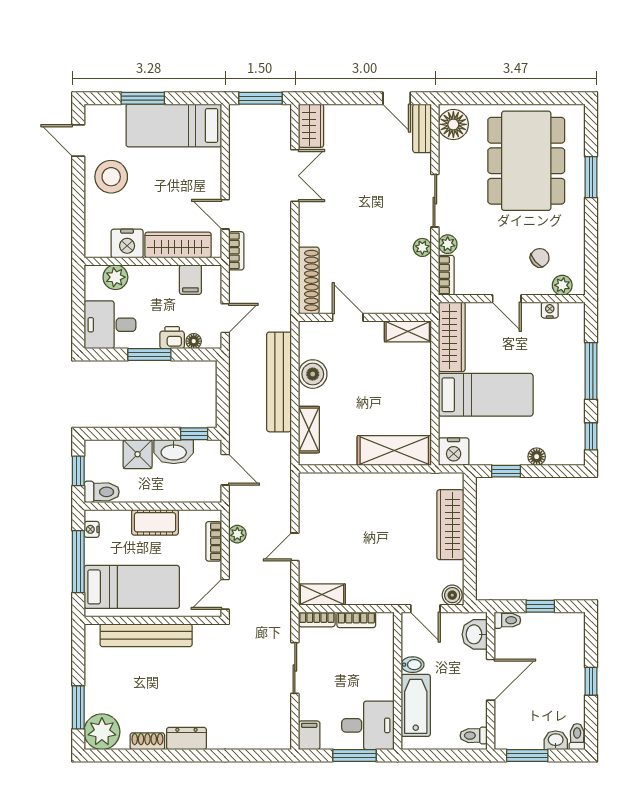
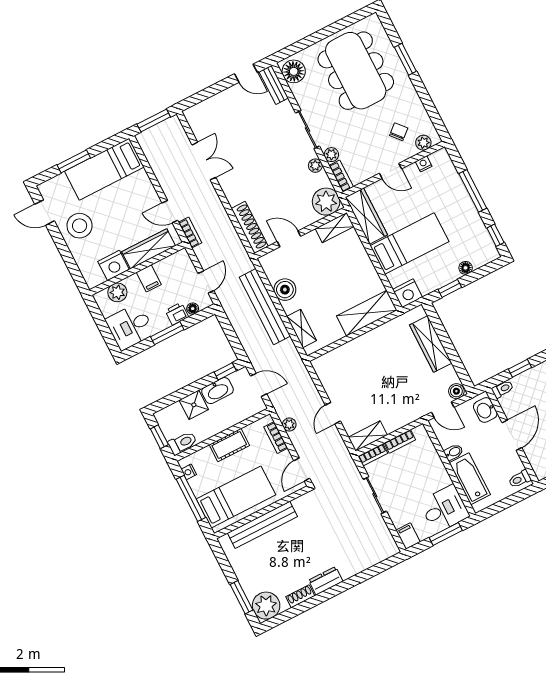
wardrobe: (311, 126) -> (197, 122), removed
filing cabinet: (190, 280) -> (149, 278), moved
plant: (413, 296) -> (326, 202), added

